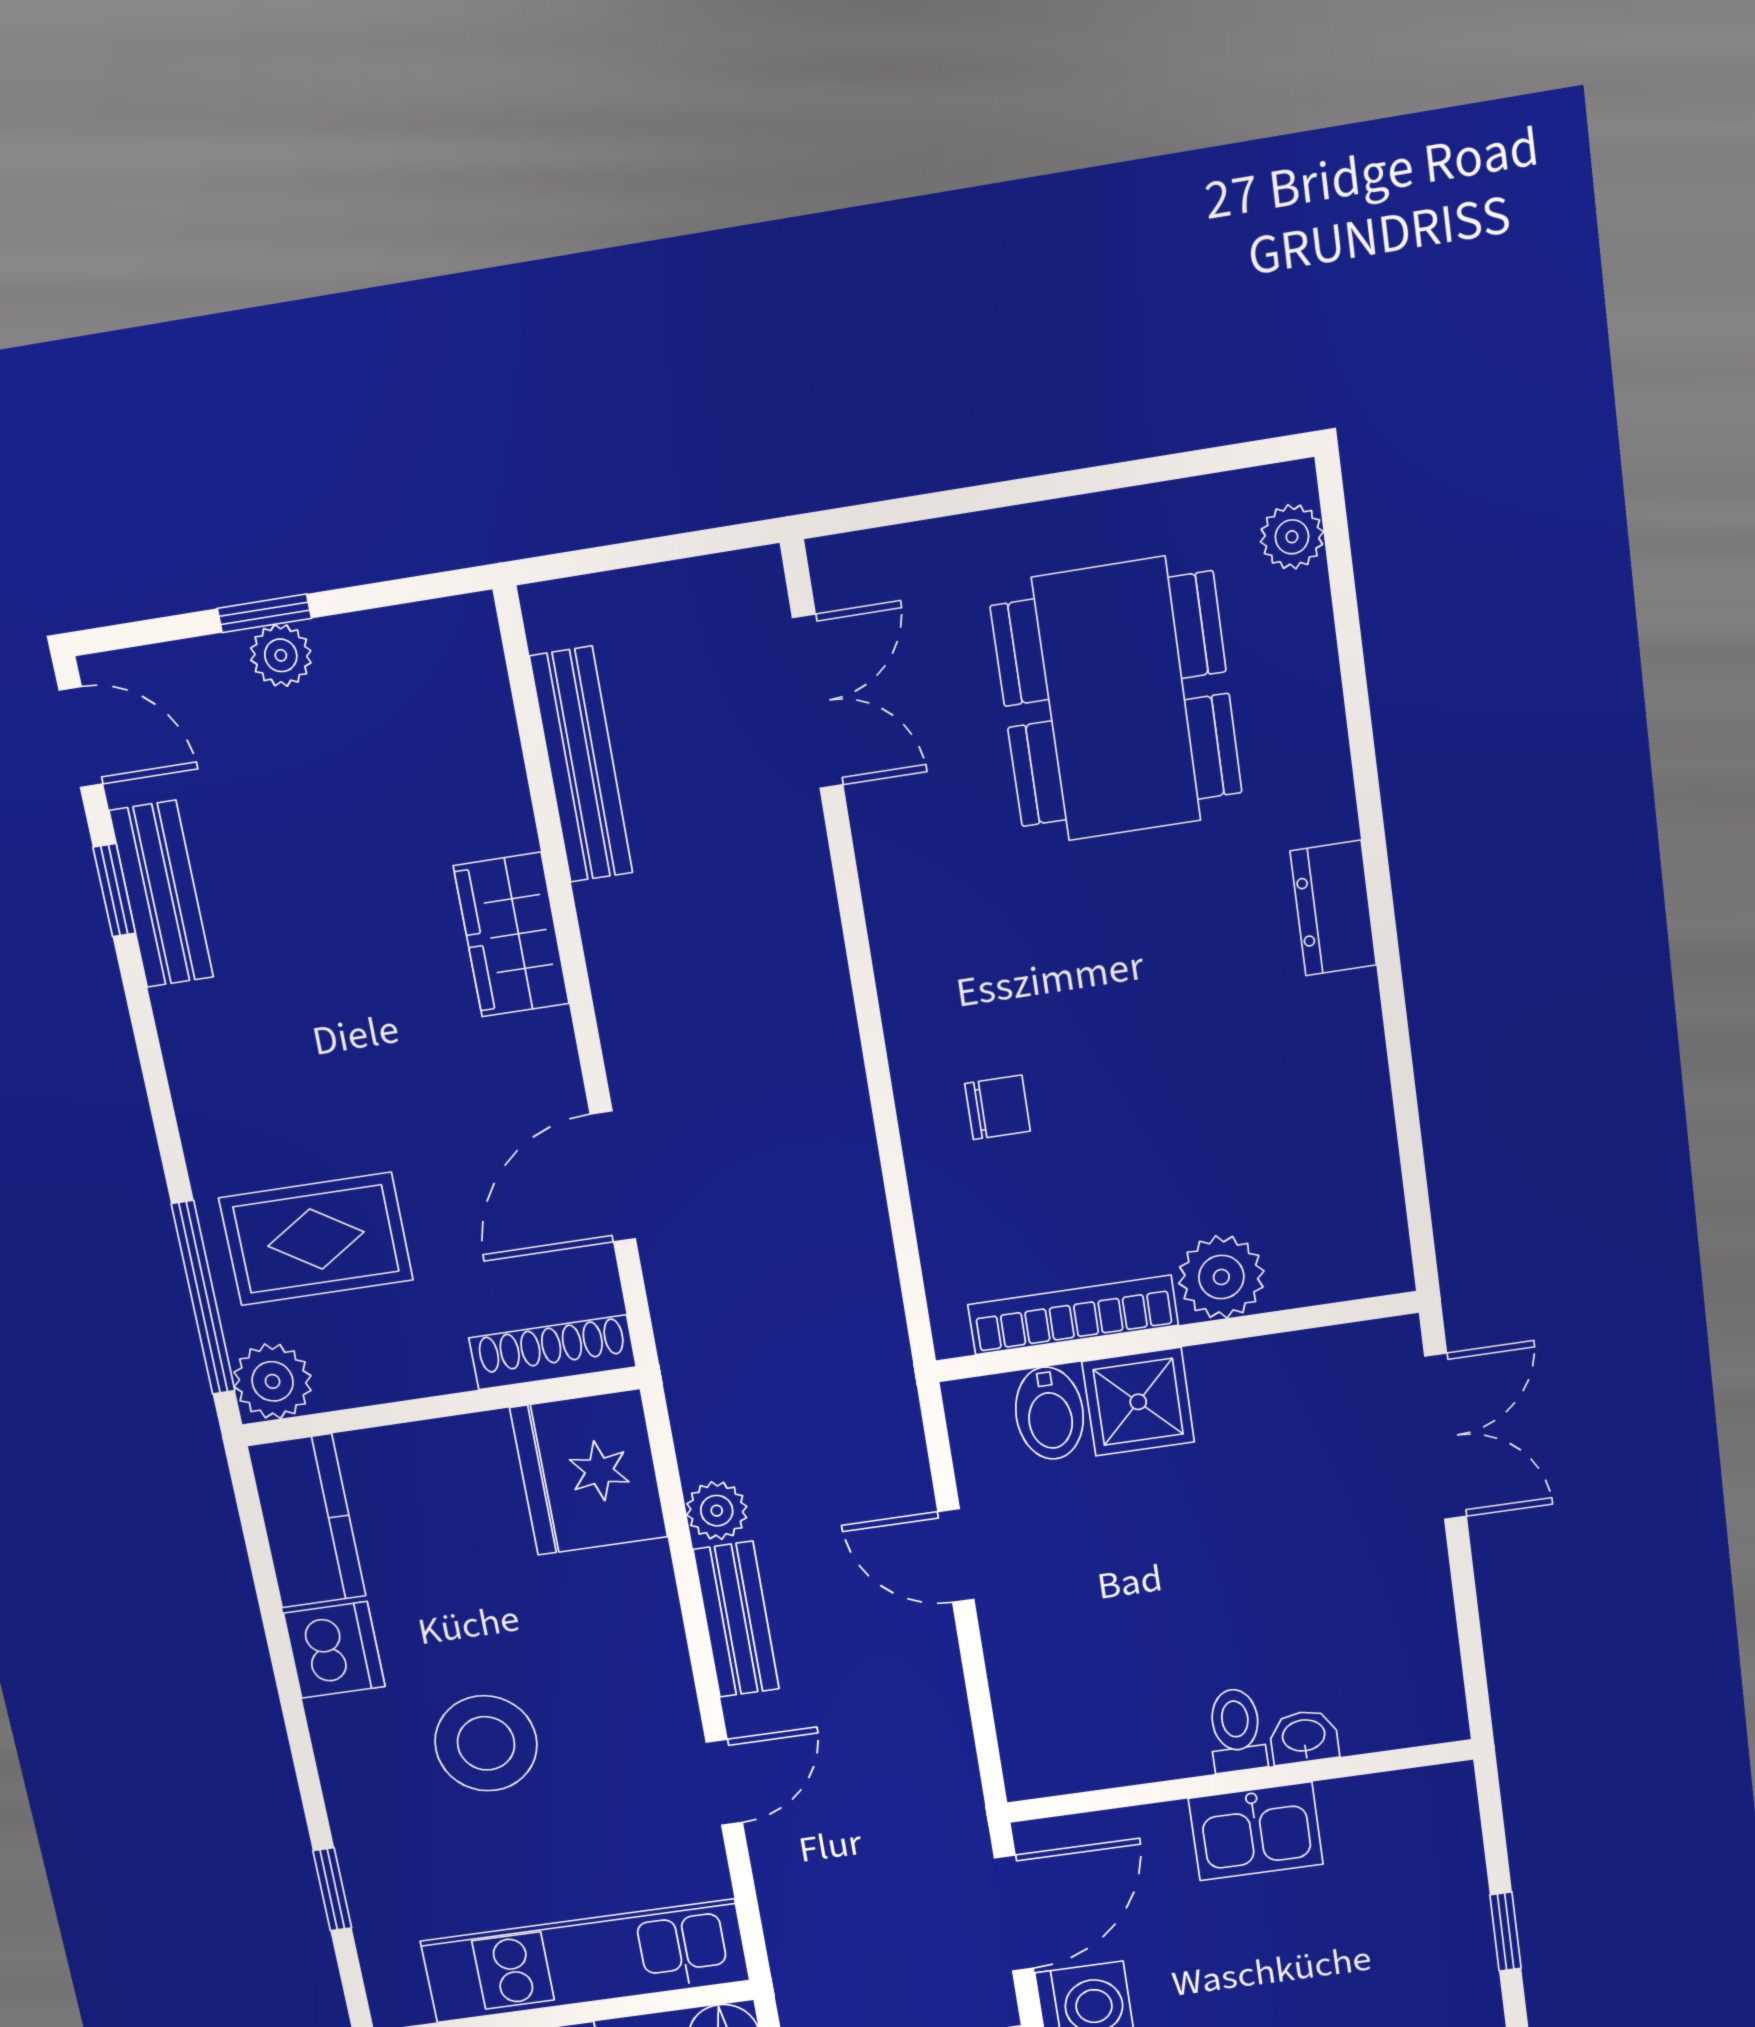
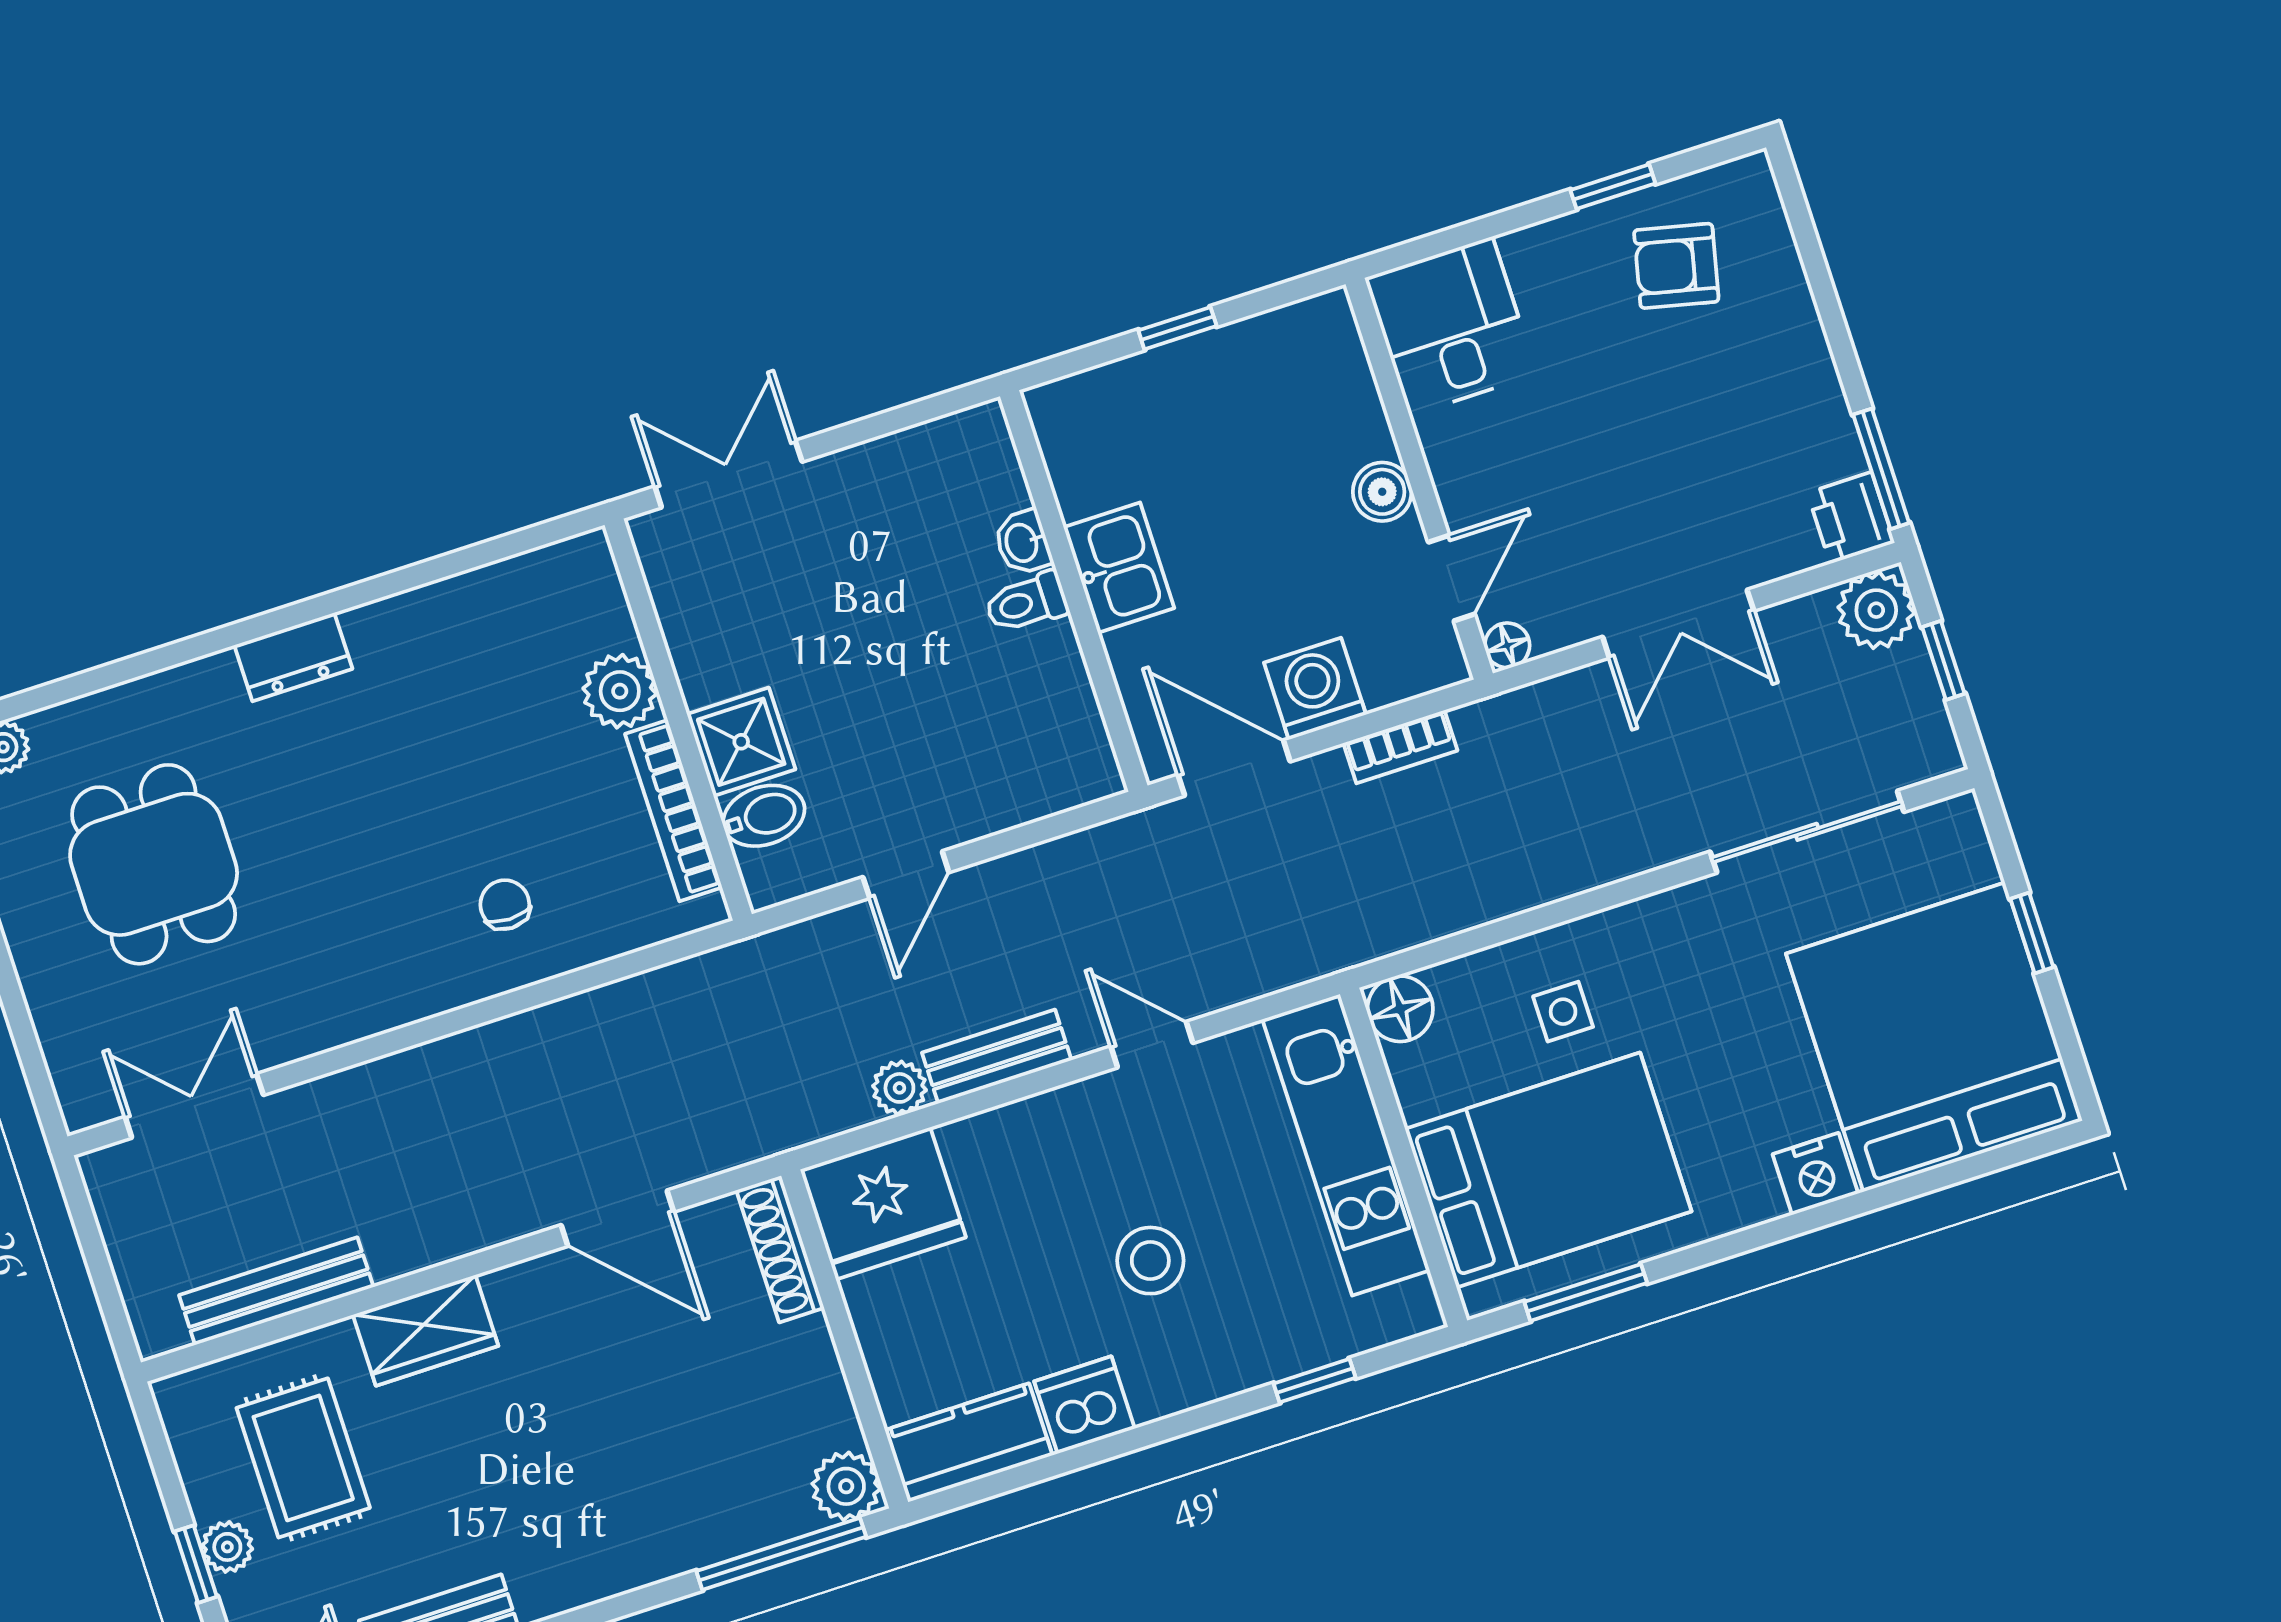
dining table: (1117, 700) -> (154, 864), width x0.73
rug: (316, 1239) -> (303, 1458), moved
stool: (486, 1743) -> (1150, 1261), width x0.73, depth x0.73

